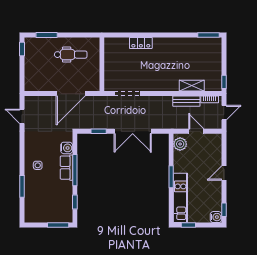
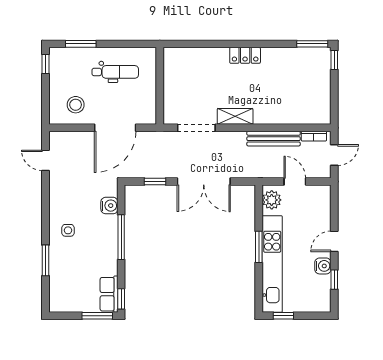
locker: (141, 43) -> (245, 55), moved
stool: (43, 77) -> (76, 105), added
window: (224, 82) -> (334, 60), moved
shelving: (192, 86) -> (235, 116), moved
bench: (186, 101) -> (274, 139), width x1.36
row of seats: (66, 168) -> (109, 294), moved
kitchen unit: (180, 198) -> (272, 264), width x1.36
window: (75, 202) -> (121, 299), moved
window: (224, 210) -> (334, 280), moved
water cooler: (216, 217) -> (323, 266), moved

